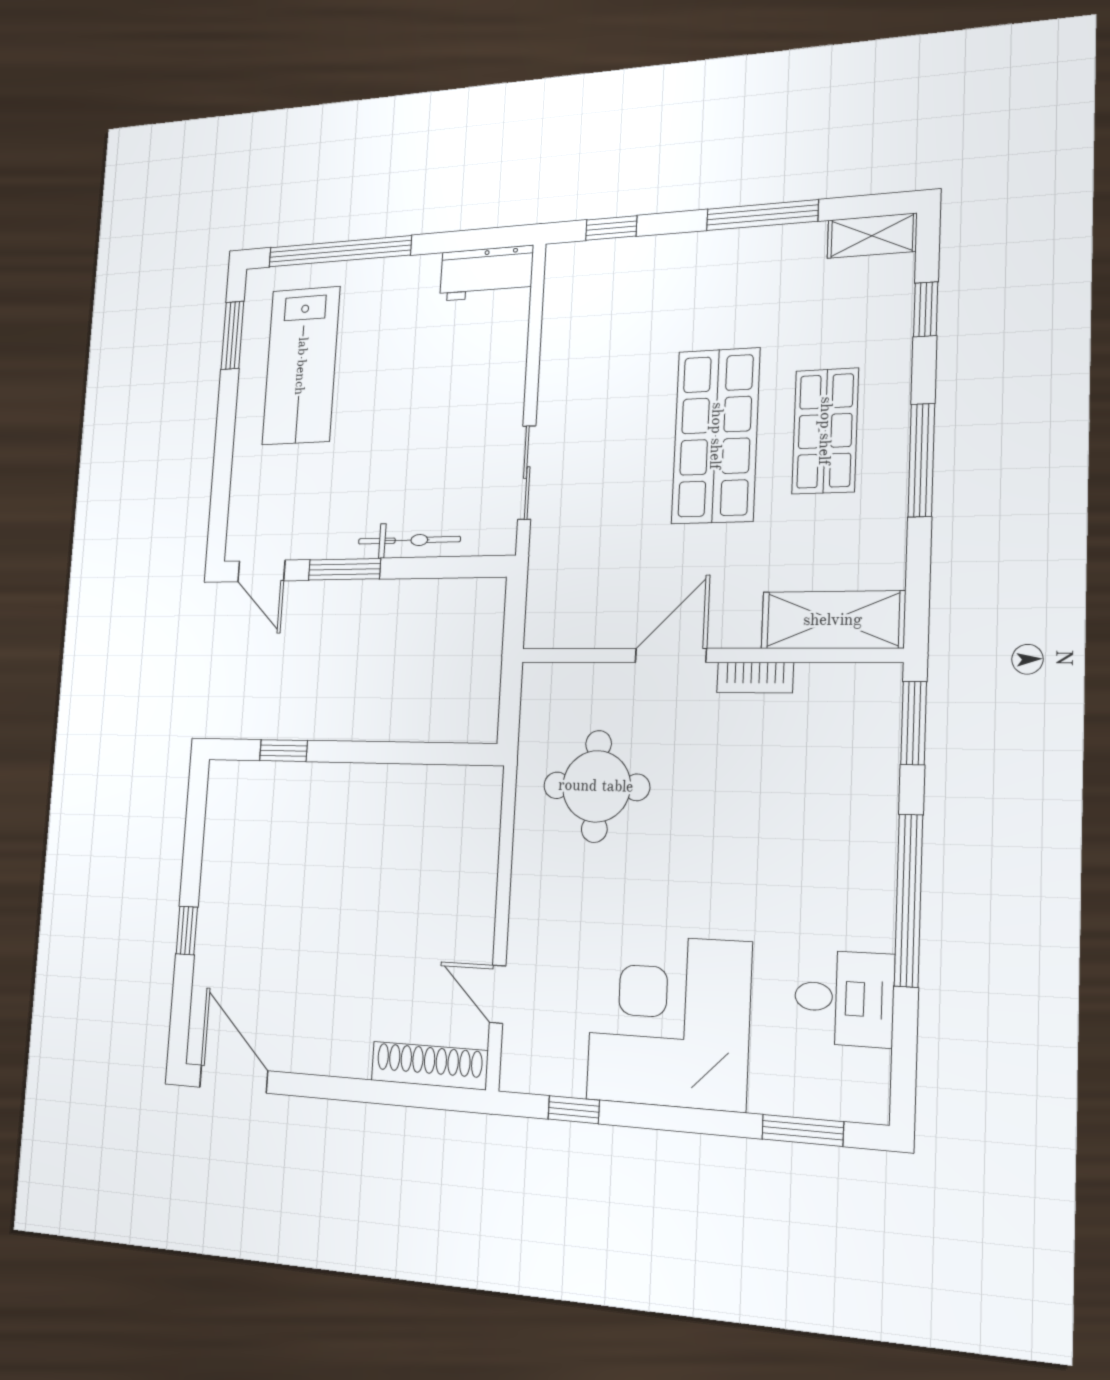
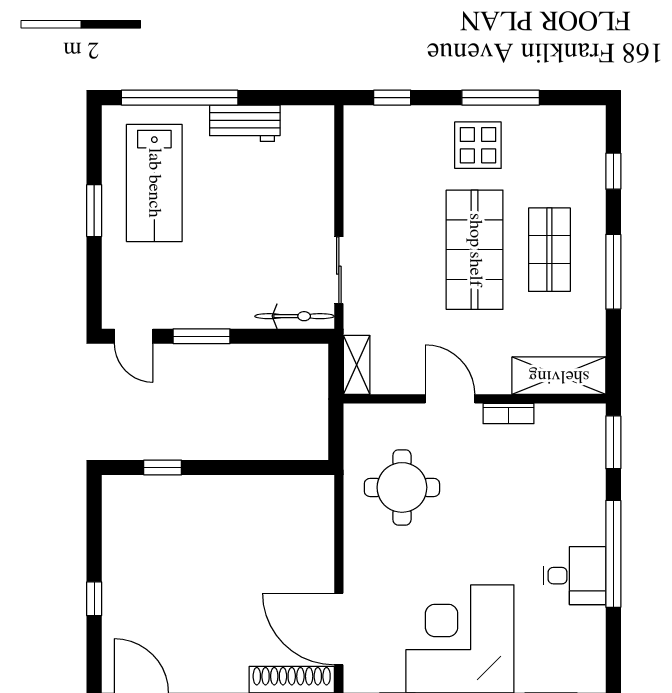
shelving: (872, 236) -> (357, 365), moved, turned 90
workbench: (486, 273) -> (245, 123), moved
display table: (727, 285) -> (478, 145), added
window: (232, 335) -> (94, 211), moved
bicycle: (409, 540) -> (295, 316), moved
door: (671, 655) -> (450, 399), hinge flipped
door: (498, 994) -> (339, 629), width x1.87
desk: (844, 998) -> (574, 576), moved

